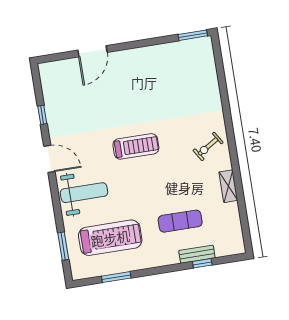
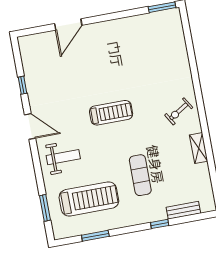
weight bench: (84, 193) -> (63, 157), width x0.73, depth x0.75
exercise mat: (180, 221) -> (140, 175), moved, turned 90
bench: (197, 254) -> (183, 210), moved
window: (202, 263) -> (160, 224), moved

